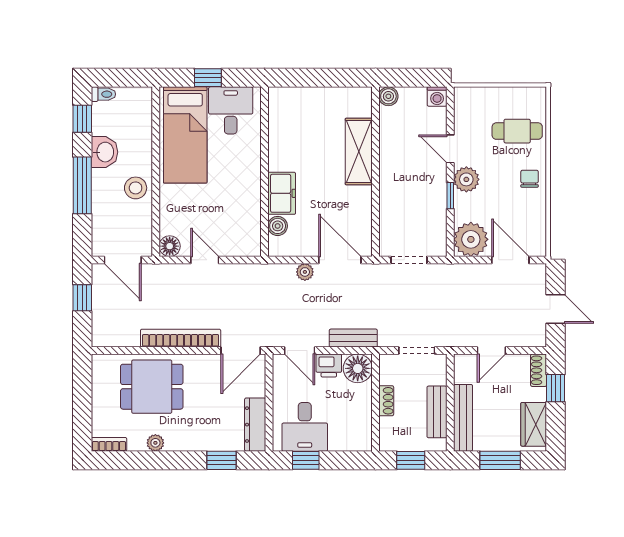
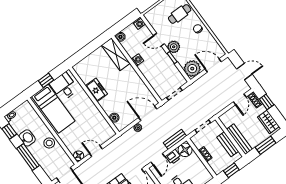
shelving: (359, 152) -> (116, 54), moved
washing machine: (389, 157) -> (137, 60), added
freezer: (282, 193) -> (96, 90), moved
door: (300, 351) -> (158, 159), hinge flipped
door: (491, 351) -> (240, 99), moved

